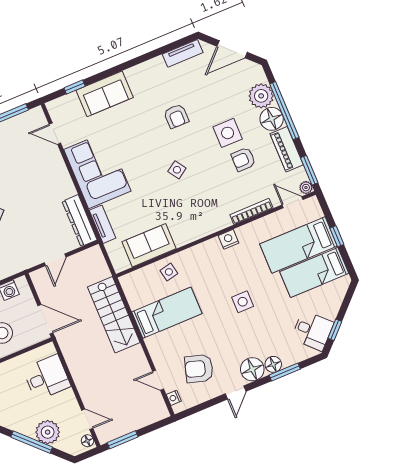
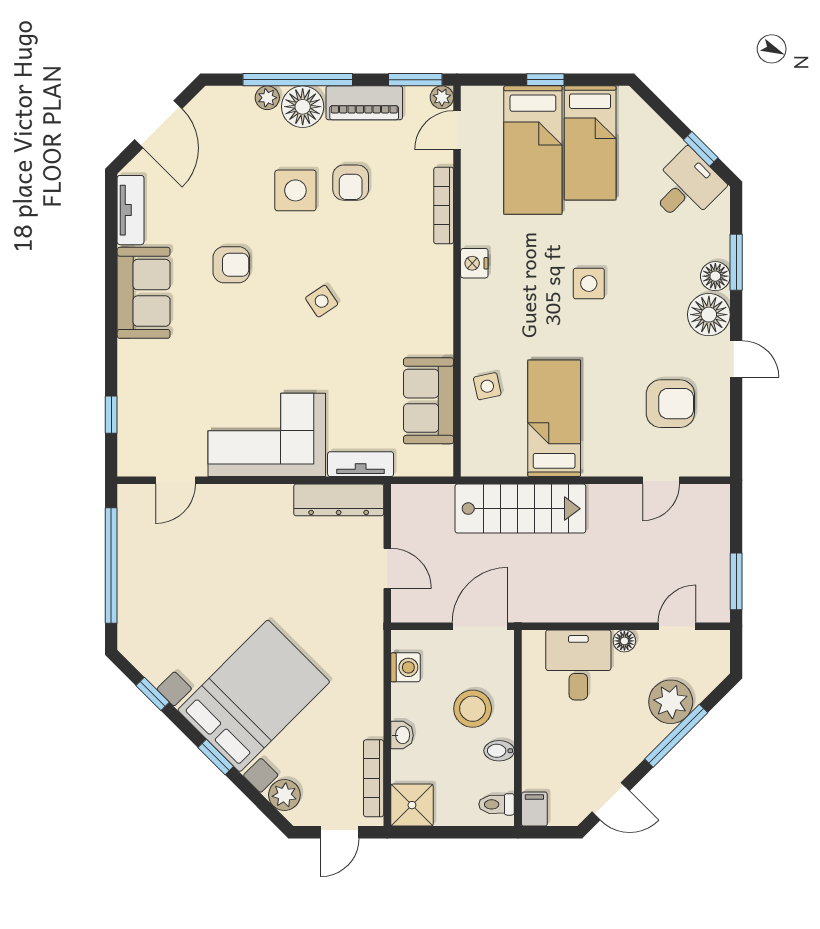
sofa: (105, 94) -> (144, 293), moved
plant: (261, 96) -> (267, 98), width x0.53, depth x0.53
armchair: (199, 369) -> (670, 404), turned -107
nightstand: (174, 398) -> (702, 466), removed
floor lamp: (87, 441) -> (624, 641), moved

